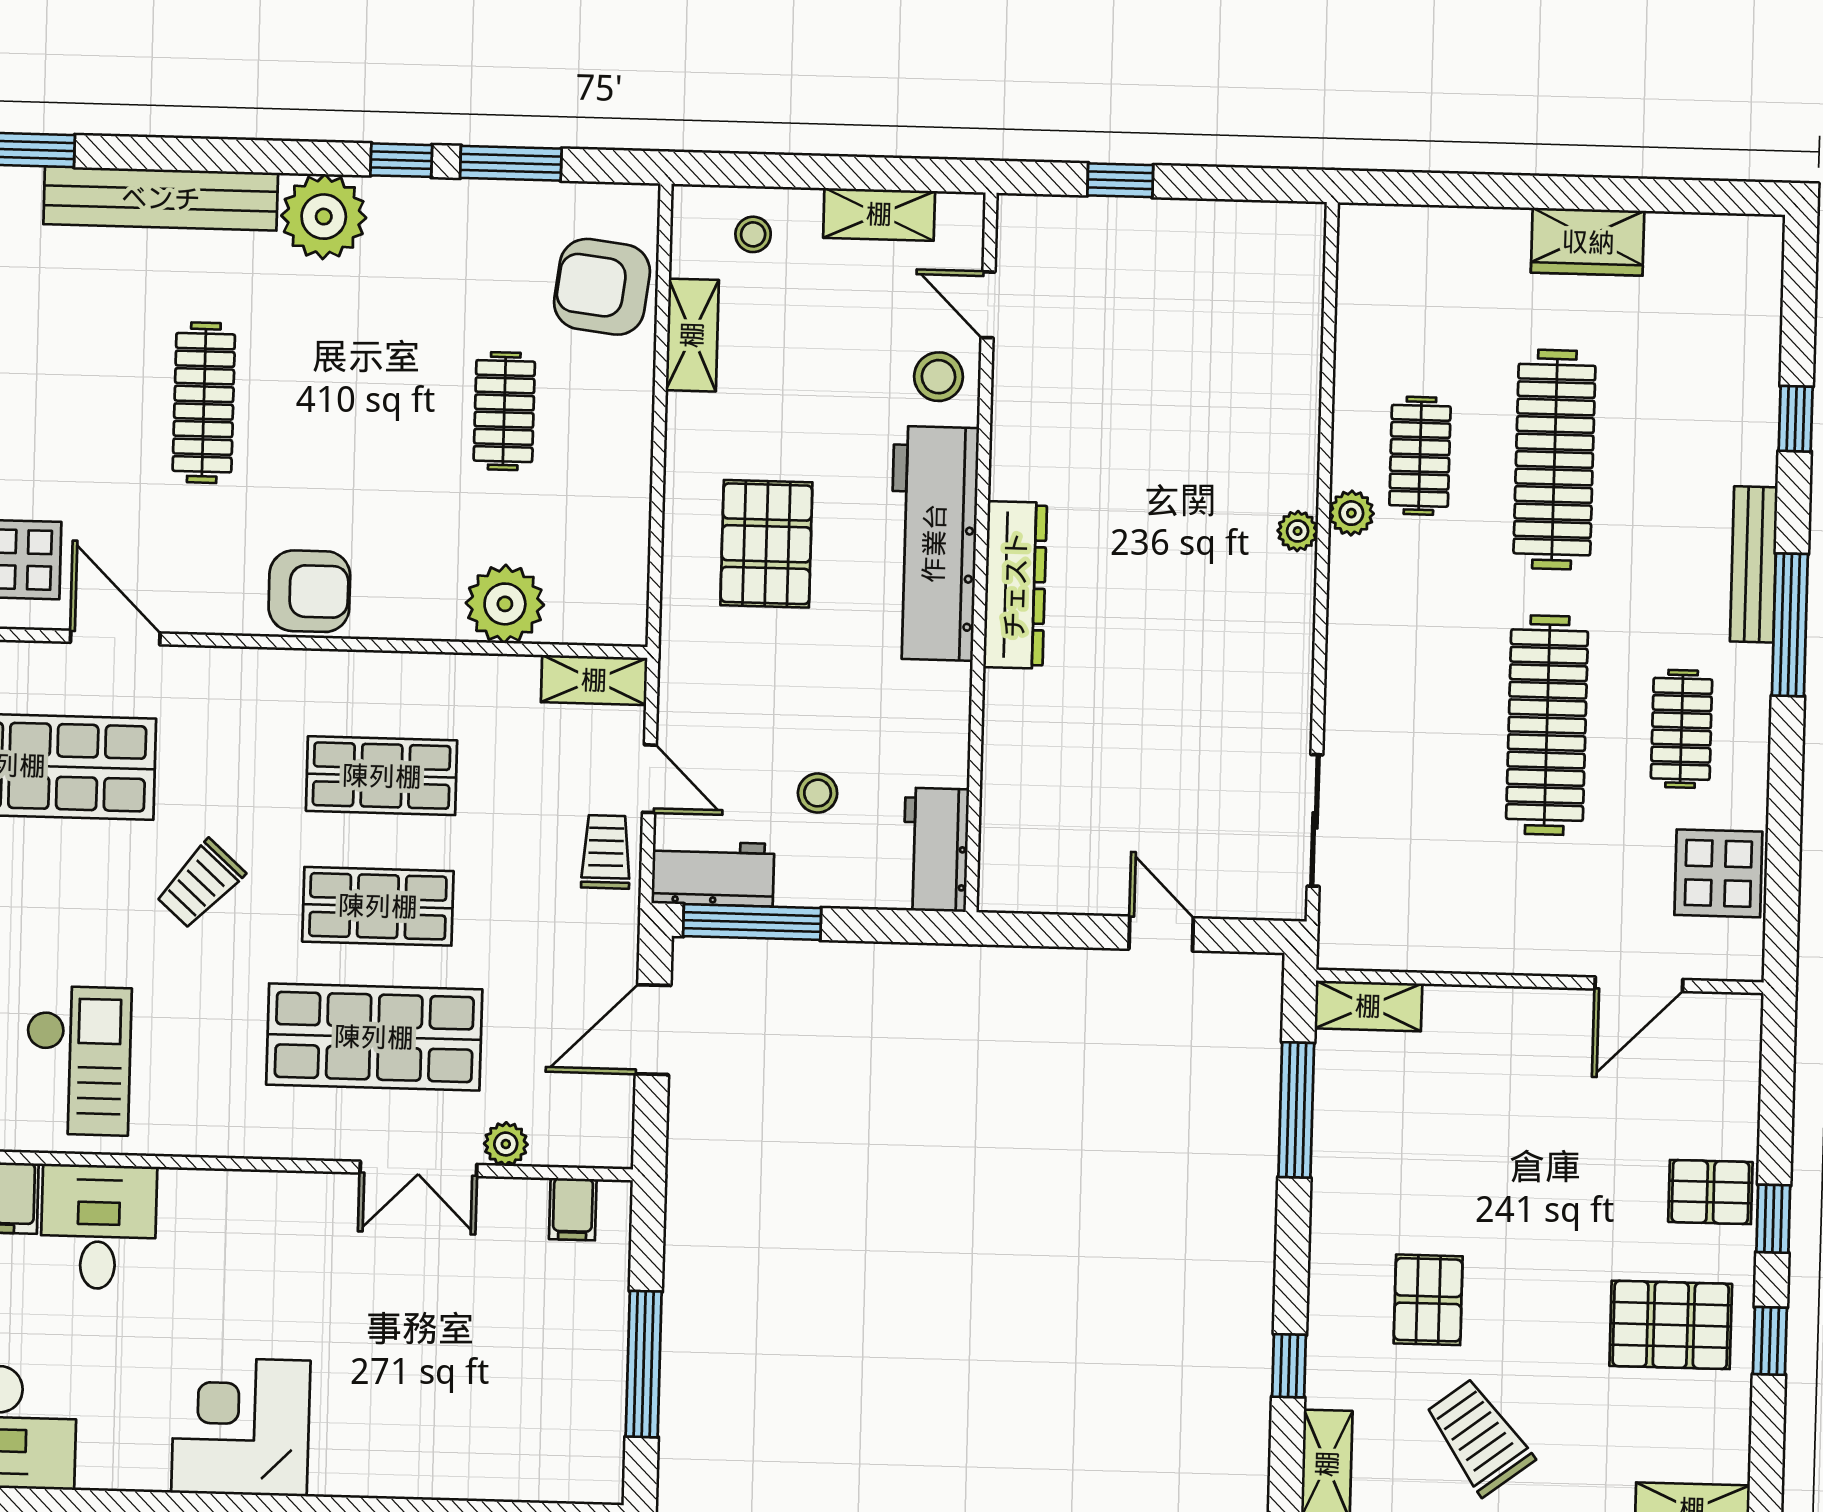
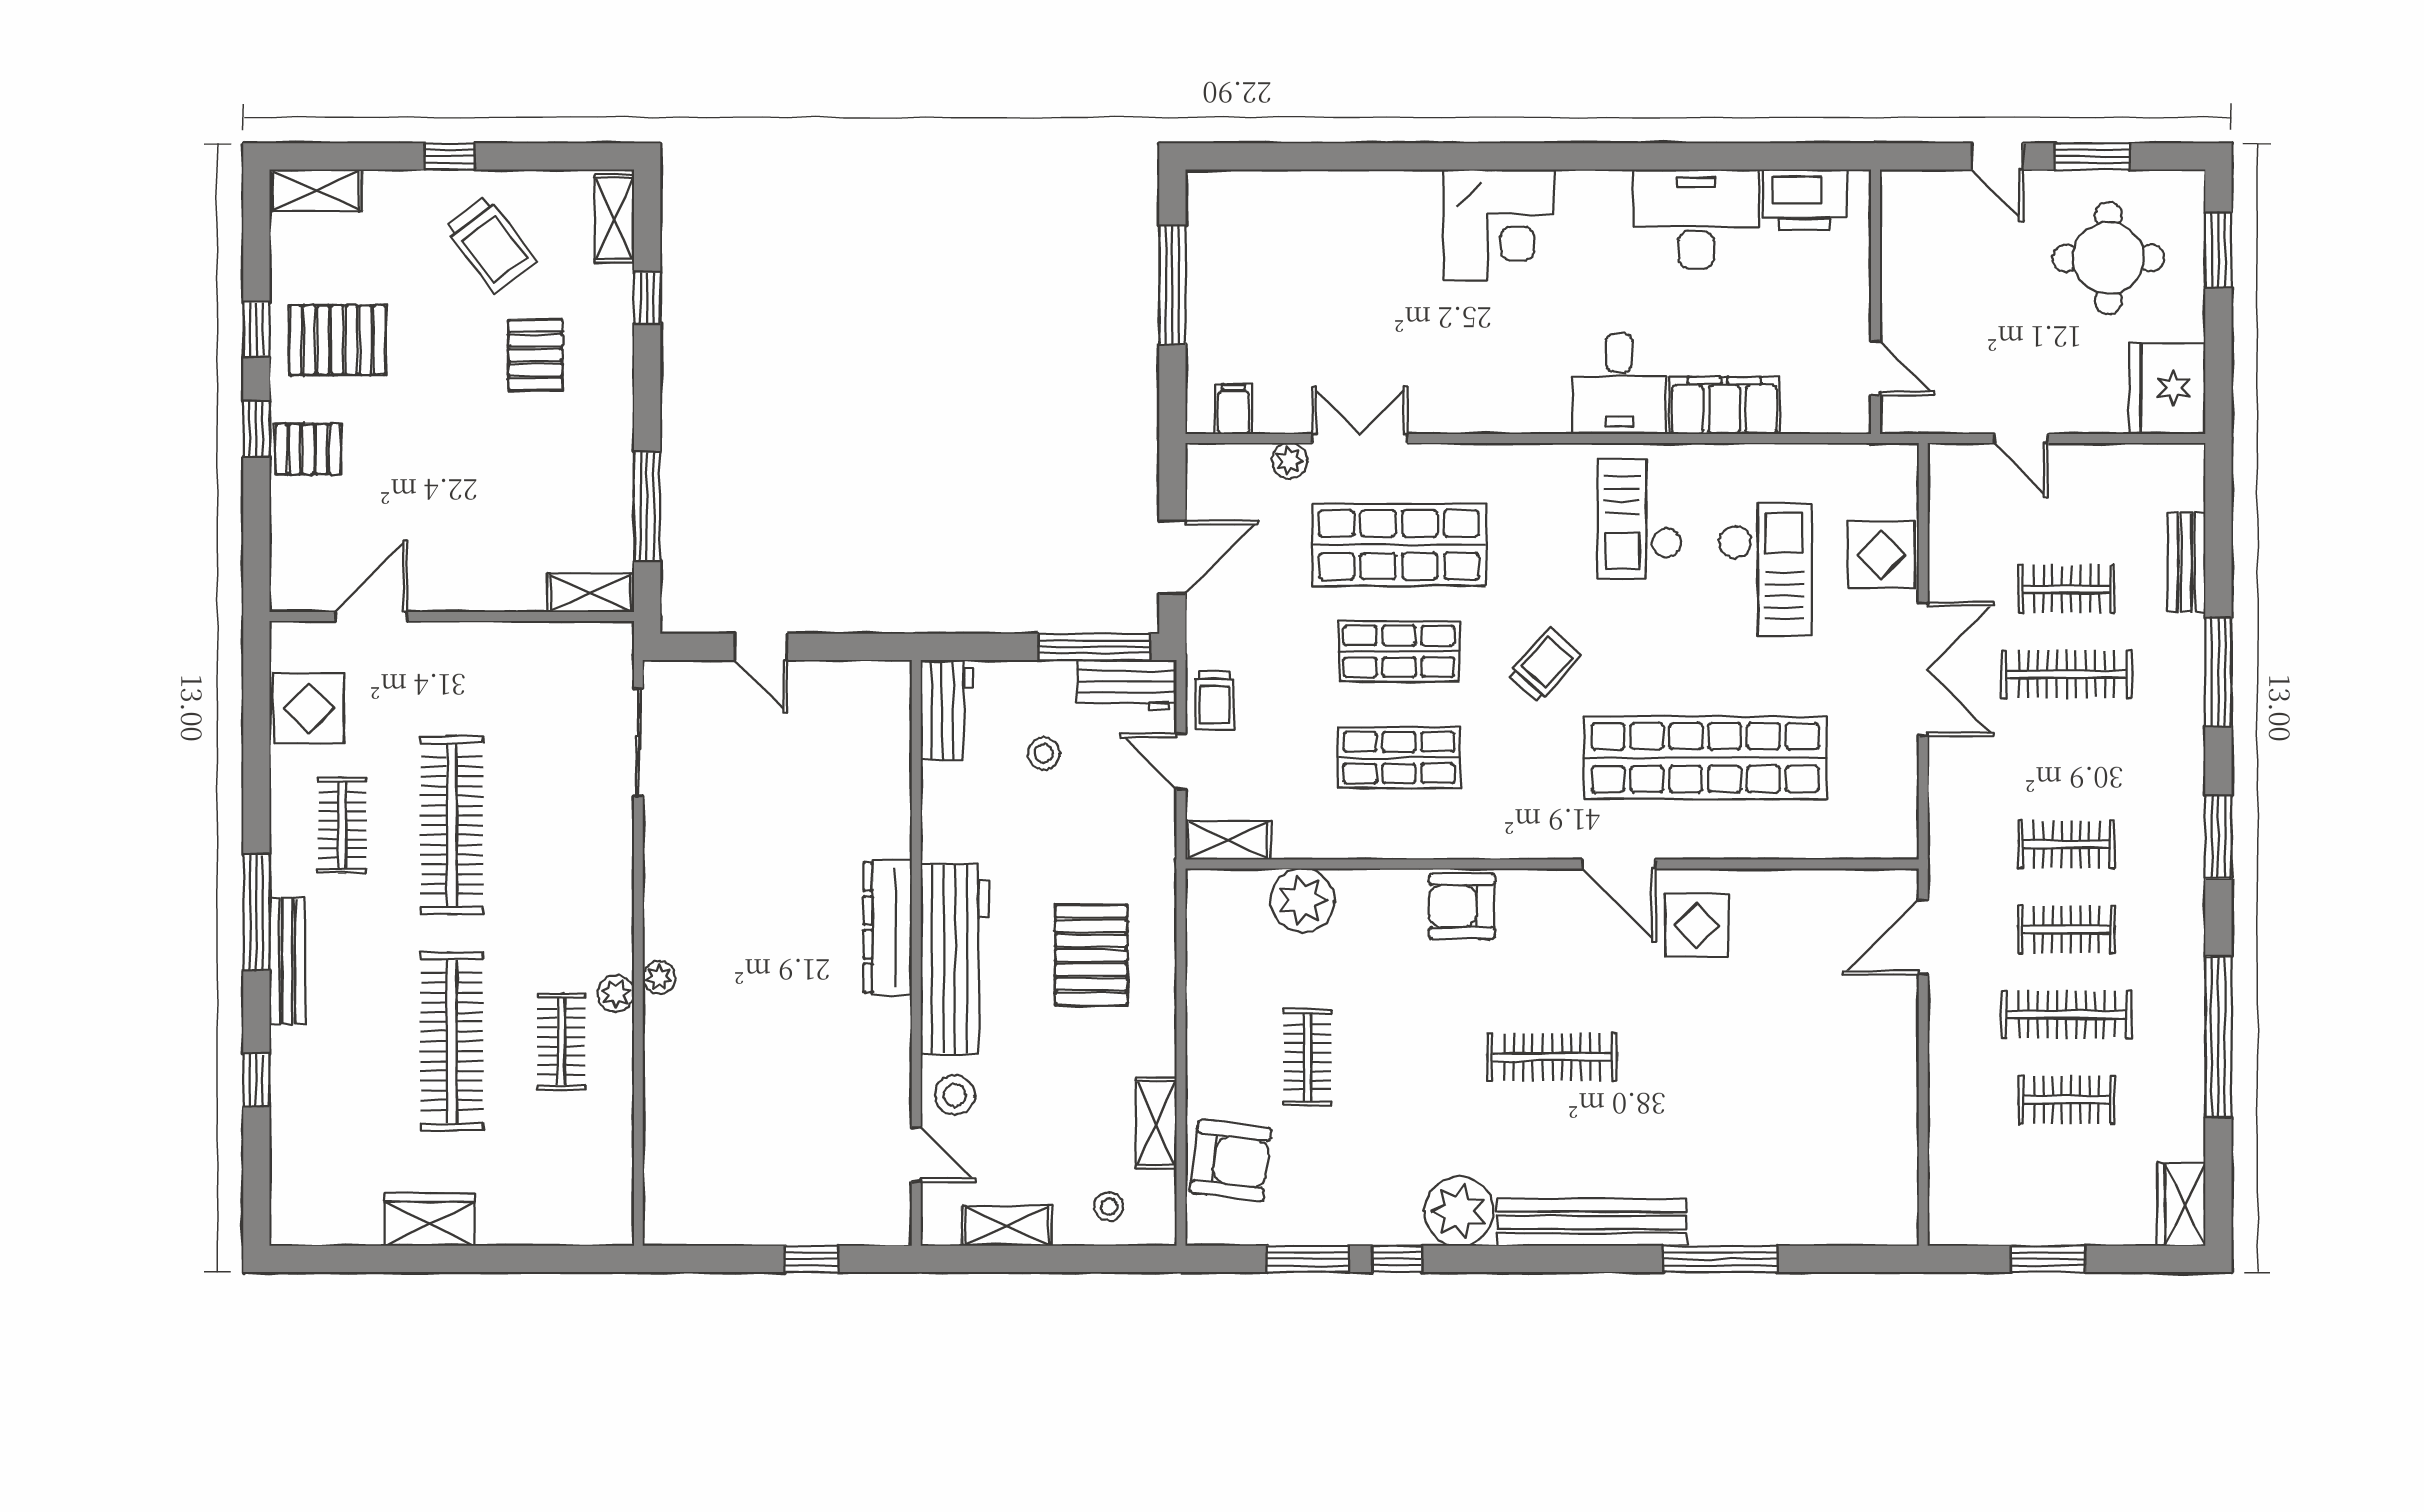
clothes rail: (204, 403) -> (1552, 1057), turned 90

